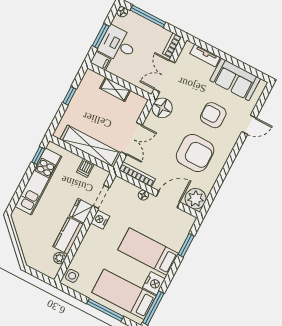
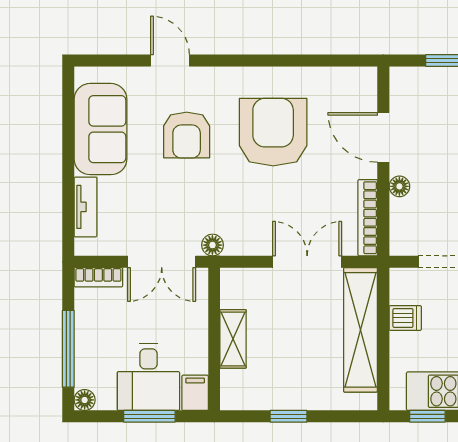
floor lamp: (162, 108) -> (212, 245), width x0.53, depth x0.53
plant: (196, 199) -> (356, 88), removed

